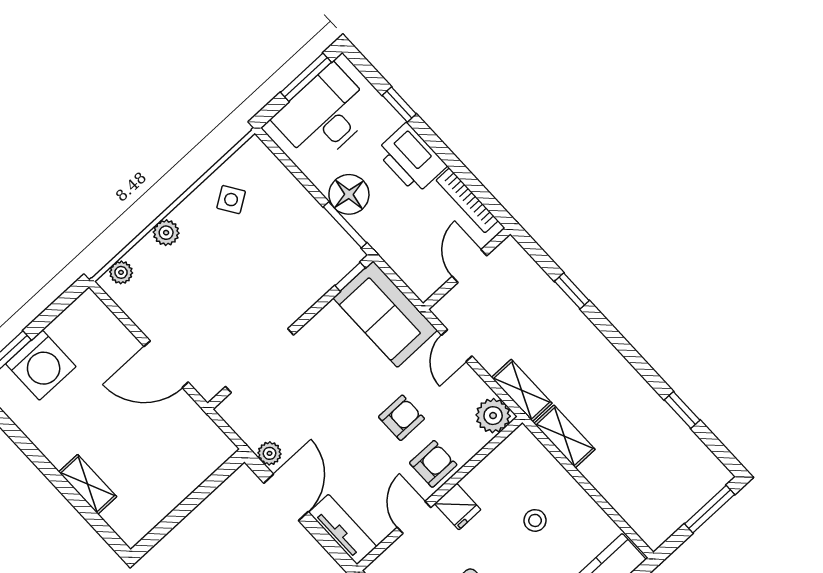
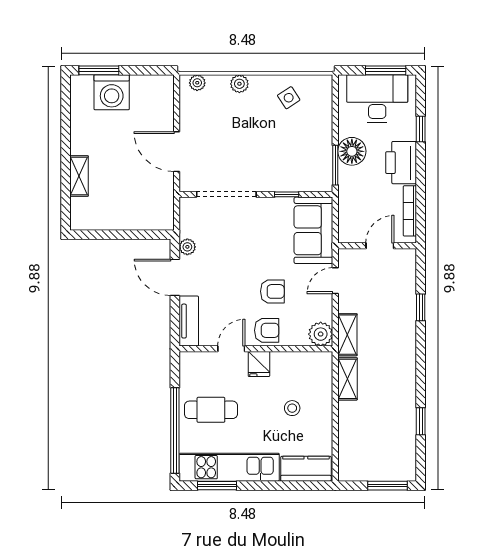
window: (350, 277) -> (287, 194), moved
door: (286, 497) -> (175, 277), swing flipped

